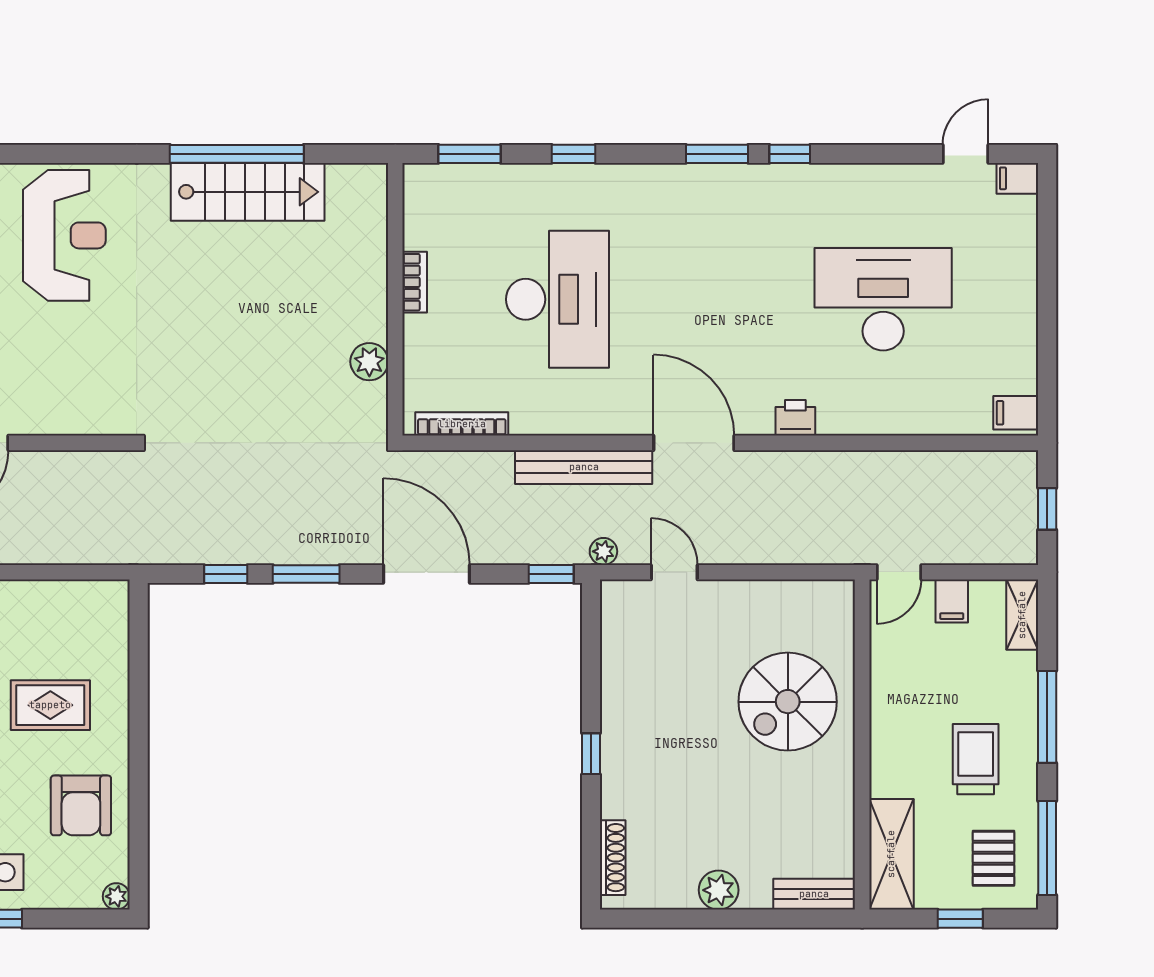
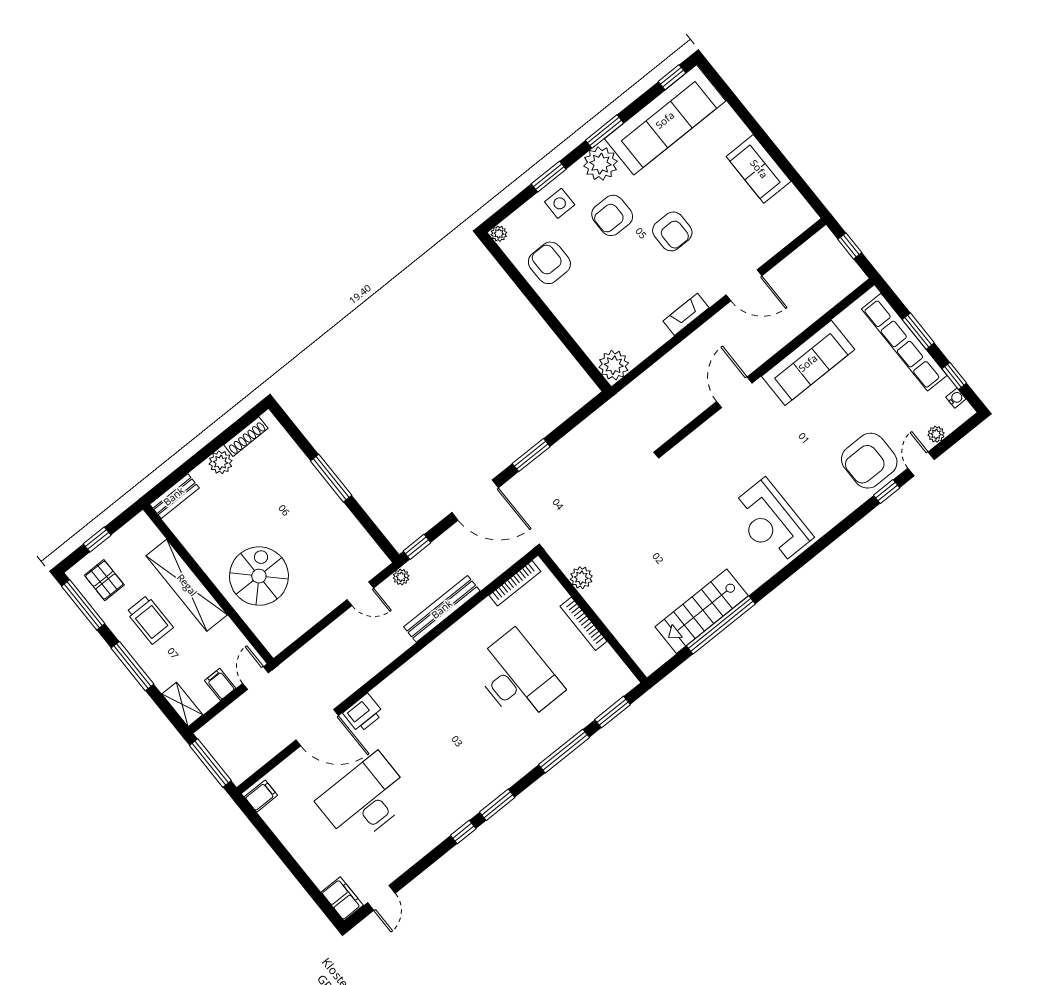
window: (573, 154) -> (564, 751), width x2.17
filing cabinet: (1017, 178) -> (342, 899), width x2.00
bookcase: (415, 282) -> (583, 624), width x1.56
desk: (557, 299) -> (517, 677), turned 180
desk: (883, 299) -> (365, 799), turned 180
printer: (795, 418) -> (363, 713), width x1.36, depth x1.24
door: (694, 443) -> (317, 728), moved
window: (1047, 509) -> (210, 763), width x2.17
window: (226, 574) -> (569, 425), removed
plant: (104, 605) -> (614, 365), added
rug: (50, 705) -> (601, 298), removed
window: (591, 754) -> (331, 478), width x2.17
shelving: (891, 854) -> (187, 585), moved, width x1.47
shoe rack: (613, 858) -> (246, 437), moved, turned -90

